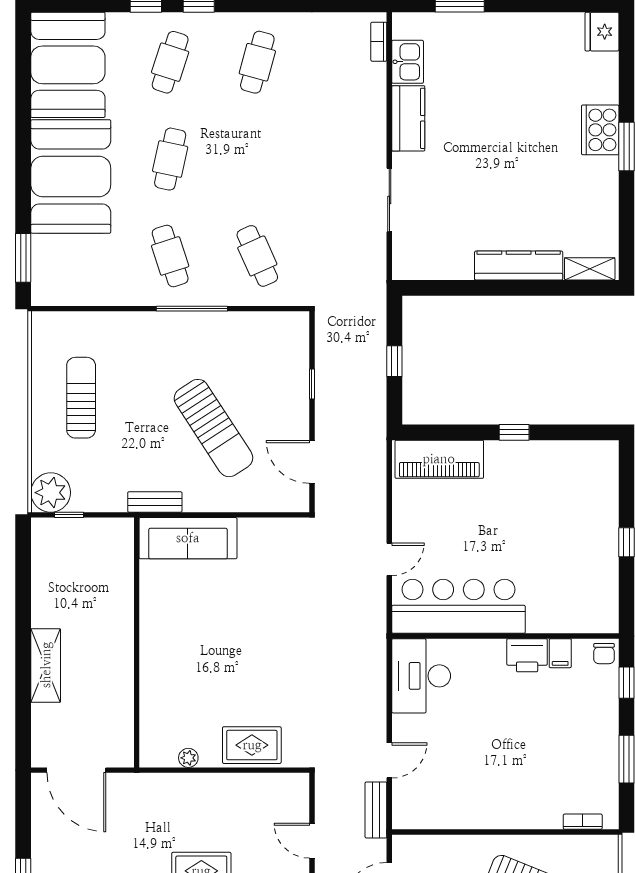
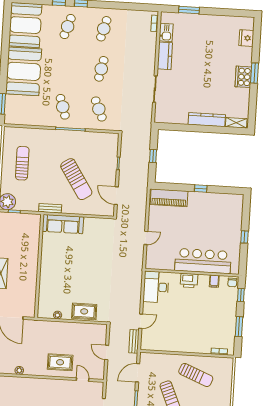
fridge: (602, 32) -> (246, 38), moved
cooker: (600, 130) -> (243, 77), moved
cafe table: (170, 159) -> (101, 69), moved
bar counter: (458, 606) -> (203, 261), moved
printer: (527, 655) -> (189, 280), moved

